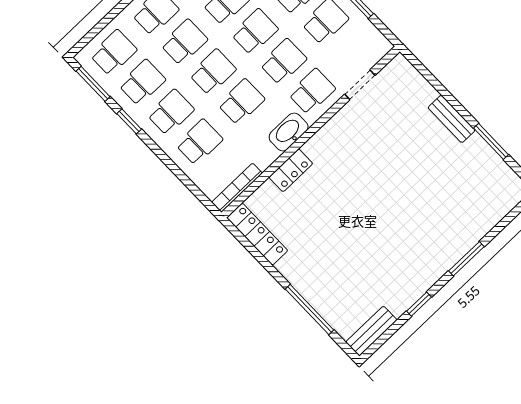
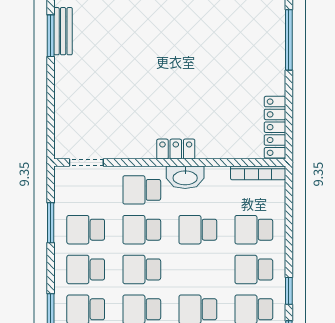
school desk: (213, 72) -> (198, 269), removed
doorway: (360, 85) -> (86, 162), moved
bench: (452, 119) -> (63, 31), moved
locker: (291, 170) -> (176, 149), moved

